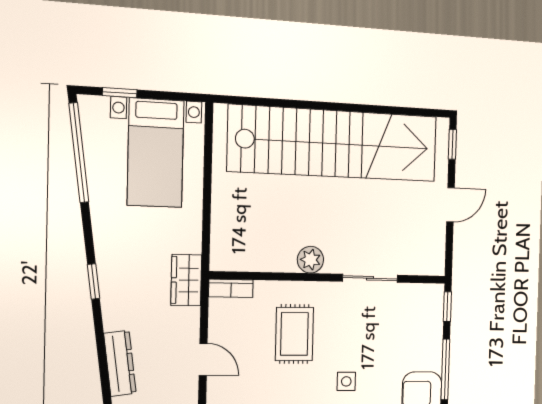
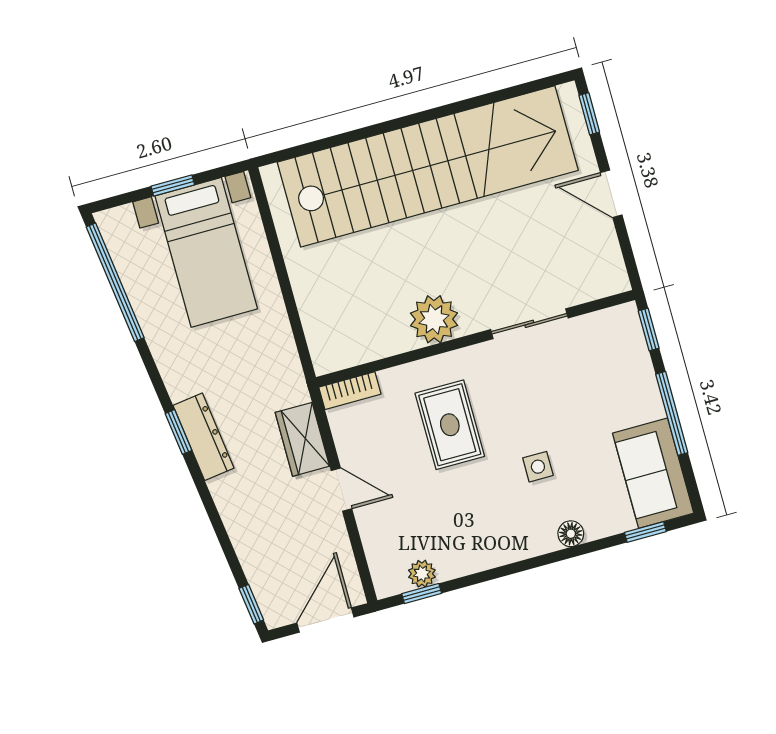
window: (120, 93) -> (173, 185), moved
door: (451, 205) -> (611, 194), swing flipped
plant: (310, 260) -> (434, 319), width x1.36, depth x1.36
wardrobe: (186, 280) -> (302, 439), moved
dresser: (120, 363) -> (204, 437), moved

